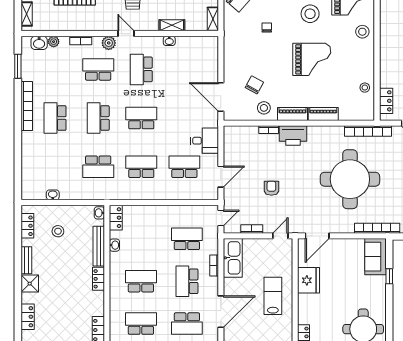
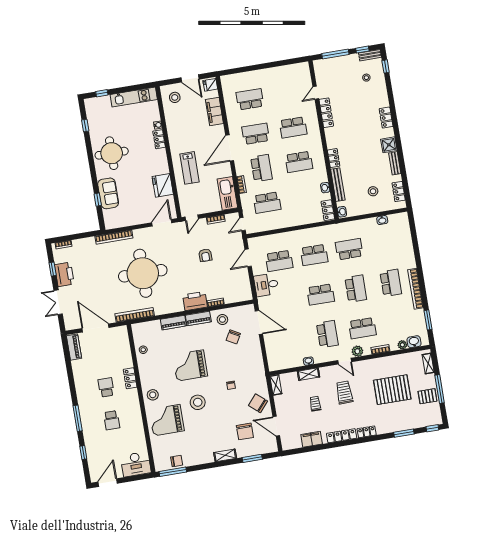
locker: (386, 101) -> (130, 378), moved
sofa: (375, 257) -> (108, 193), moved

